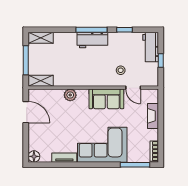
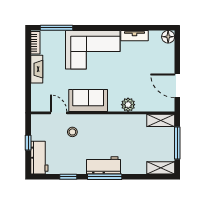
fireplace: (153, 116) -> (37, 69), moved

